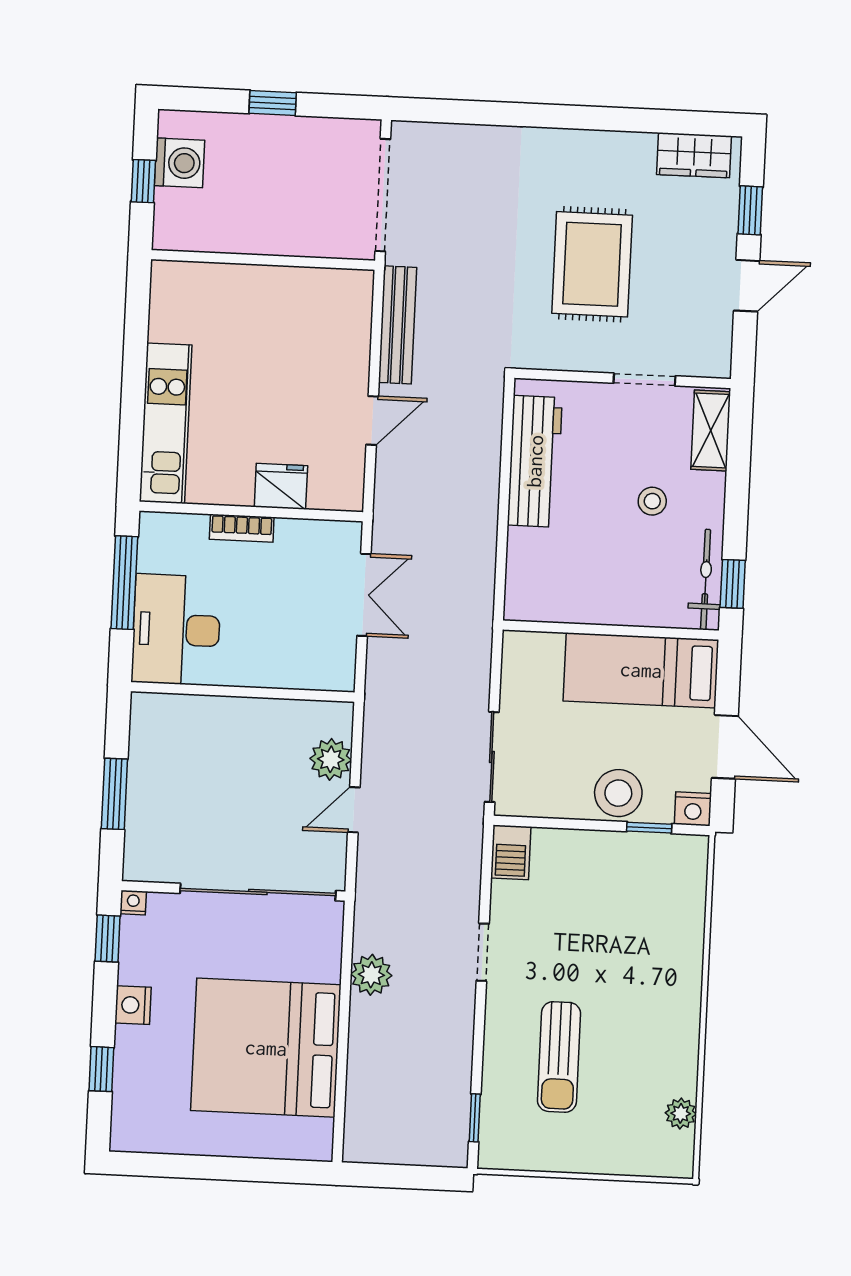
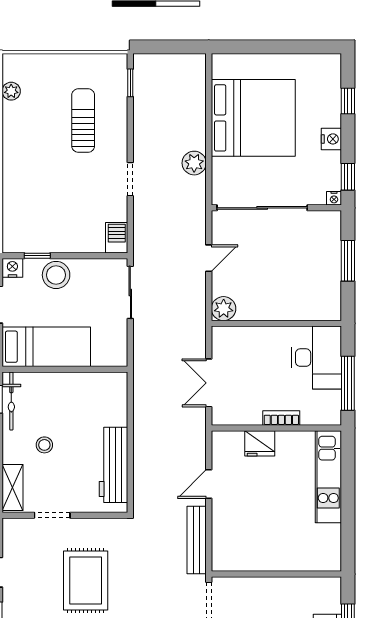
plant: (331, 759) -> (224, 309), moved

